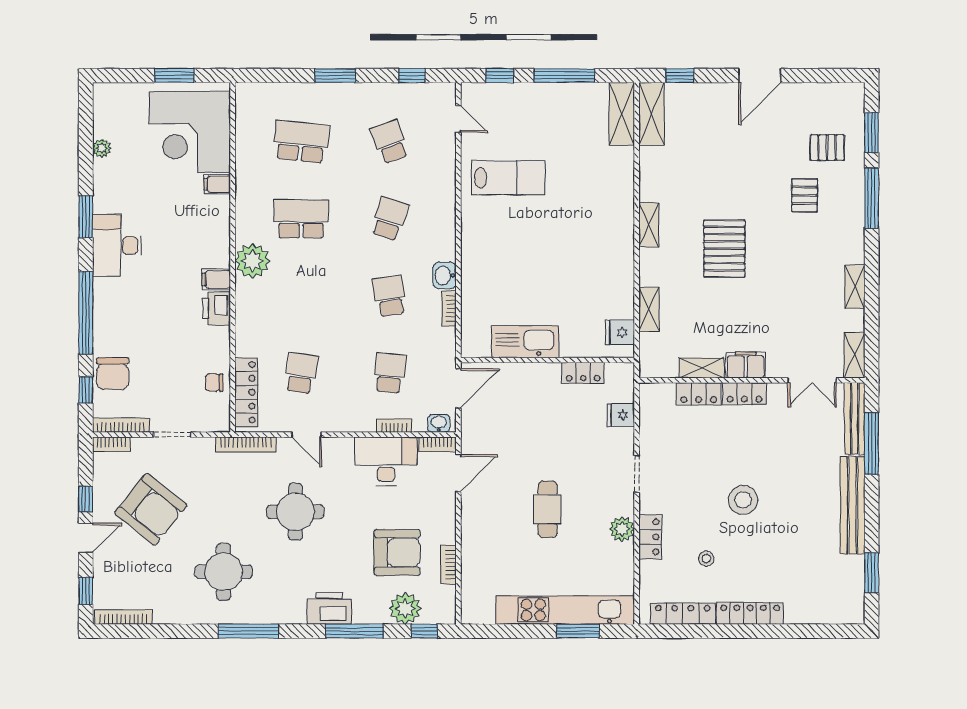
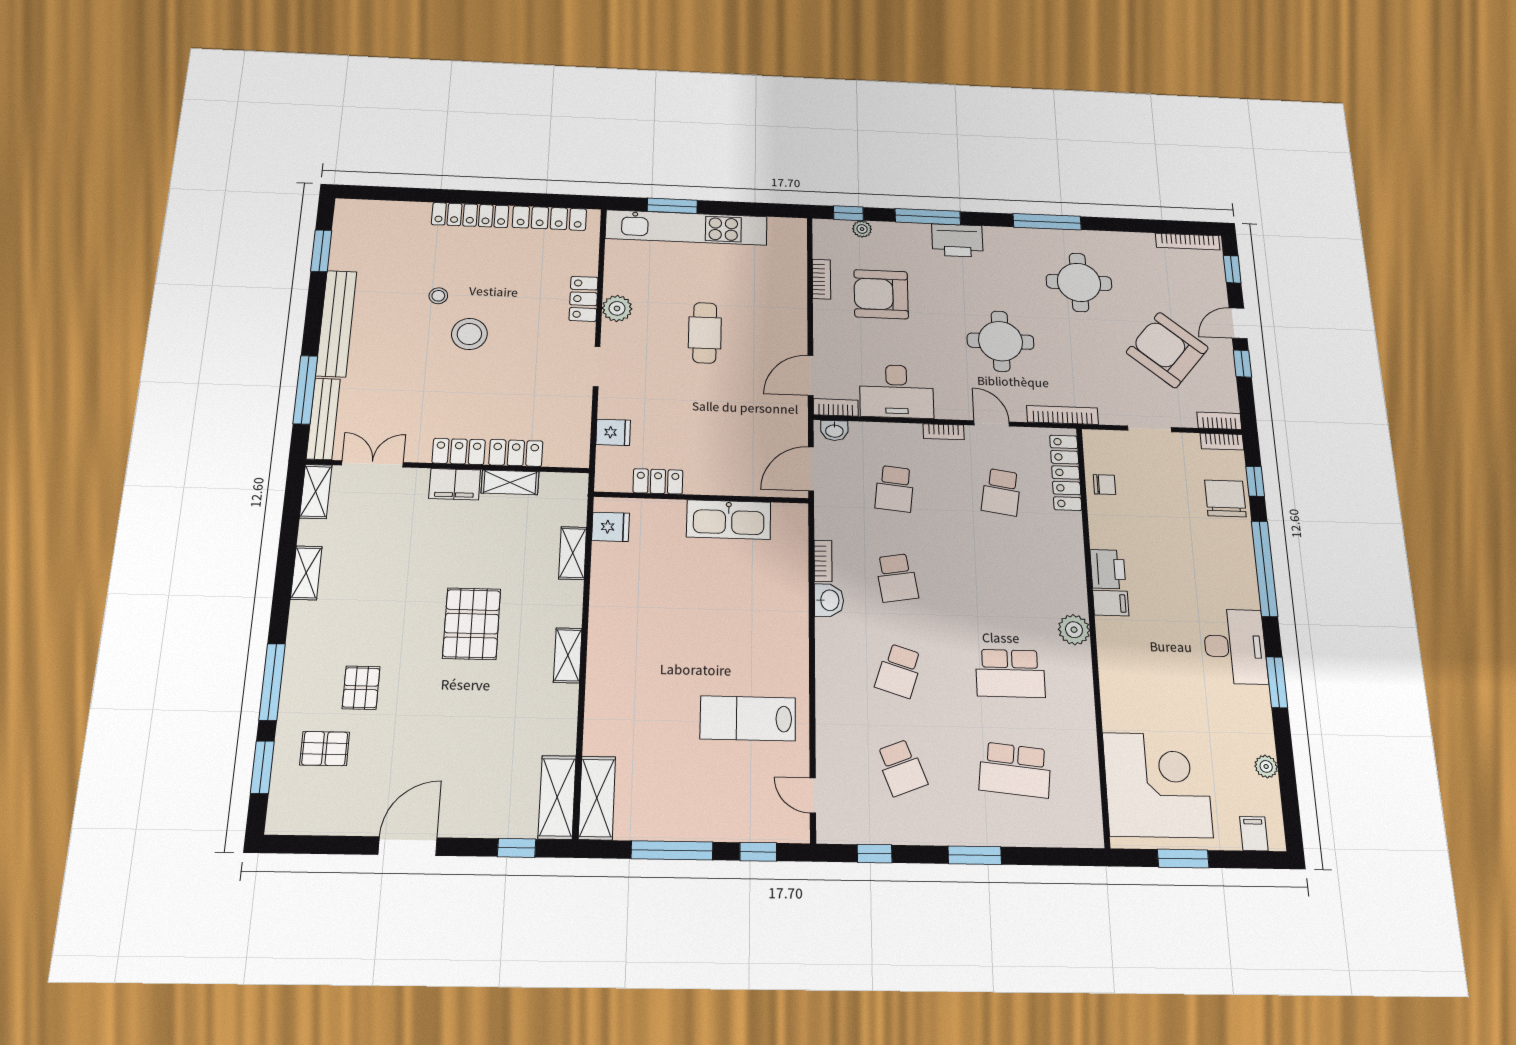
filing cabinet: (217, 184) -> (1254, 834), moved, turned -90
plant: (252, 261) -> (1074, 630), width x0.73, depth x0.73
bookcase: (121, 425) -> (1222, 442), width x0.64
bookcase: (394, 426) -> (944, 432), moved
stool: (706, 559) -> (438, 296), moved
plant: (405, 608) -> (862, 229), width x0.53, depth x0.53

